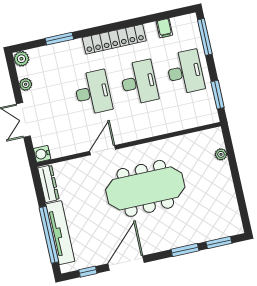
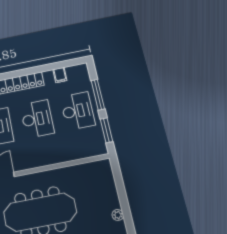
window: (205, 37) -> (98, 95), moved
plant: (221, 154) -> (118, 215), moved

